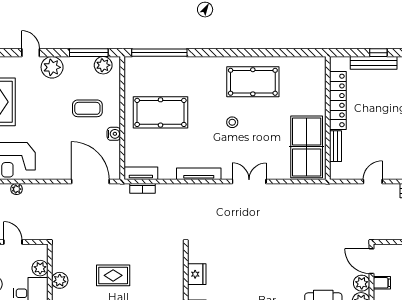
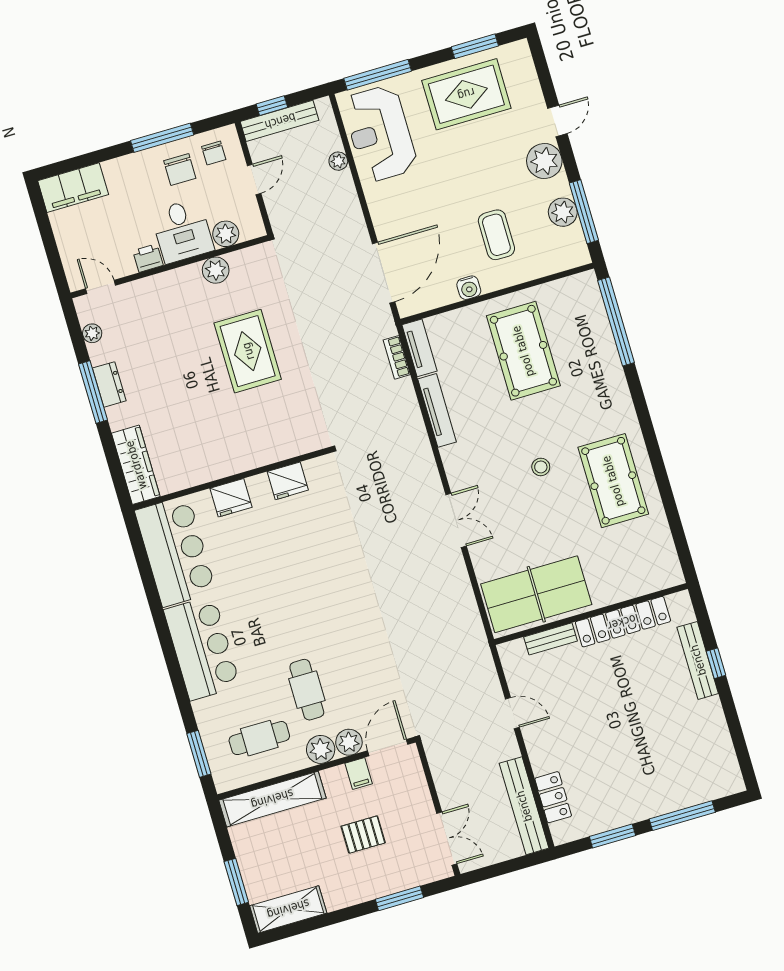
plant: (103, 65) -> (563, 212), moved
tv unit: (199, 174) -> (437, 410), moved
rug: (113, 275) -> (248, 351), width x1.36, depth x1.43

